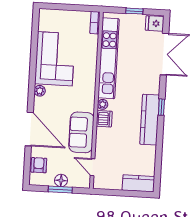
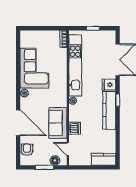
fridge: (155, 23) -> (109, 85), moved
dishwasher: (104, 119) -> (75, 128), moved
floor lamp: (61, 180) -> (55, 160), moved

